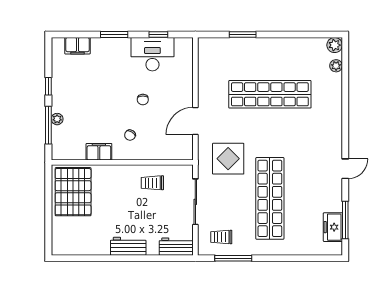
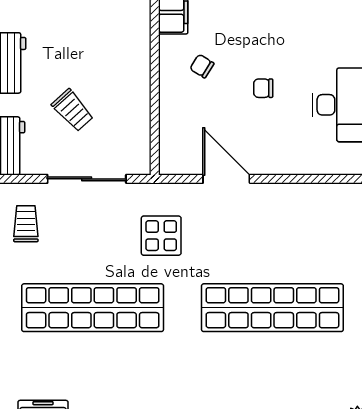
shop shelf: (270, 94) -> (272, 308), turned 90
display table: (228, 159) -> (161, 236), width x0.73, depth x0.73
trolley: (152, 183) -> (73, 110), moved, turned 138

